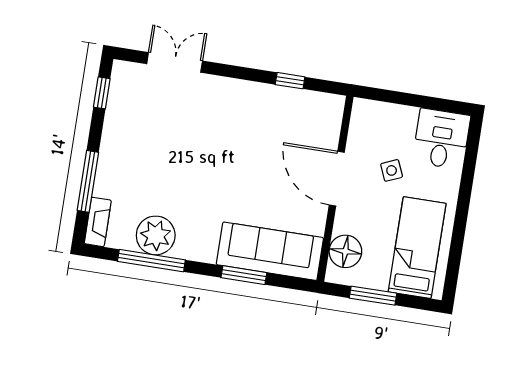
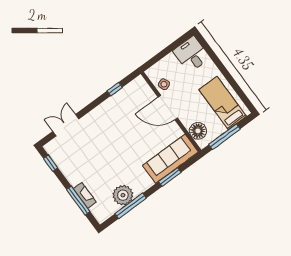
side table: (392, 170) -> (164, 84), moved
fireplace: (98, 222) -> (85, 195), moved
window: (373, 296) -> (224, 137), width x1.44

